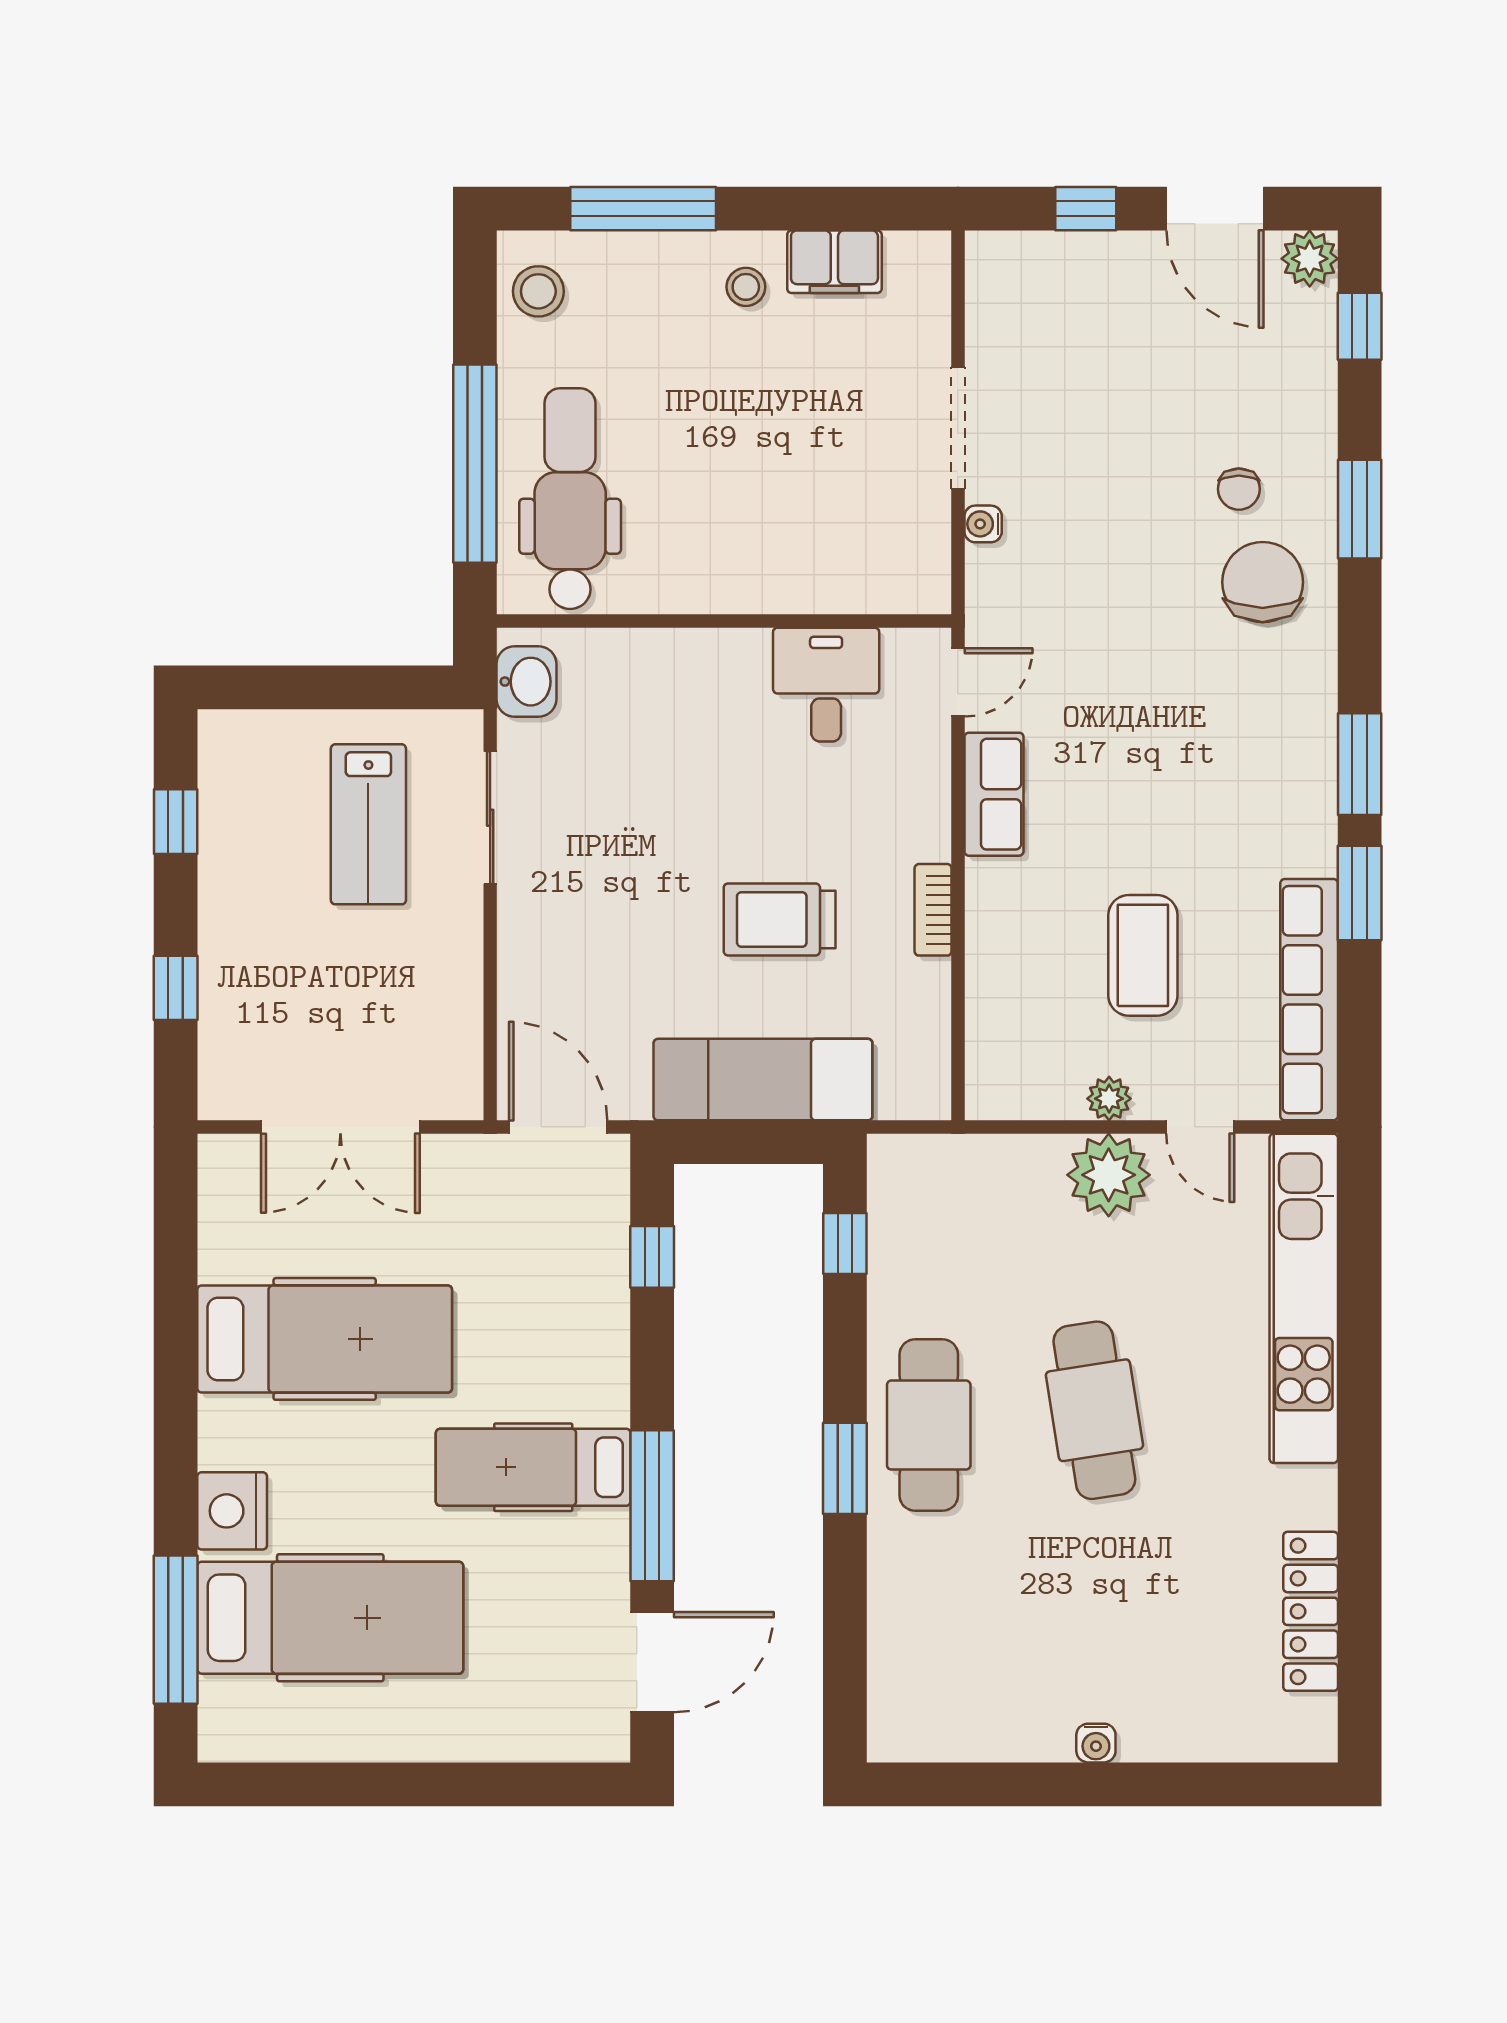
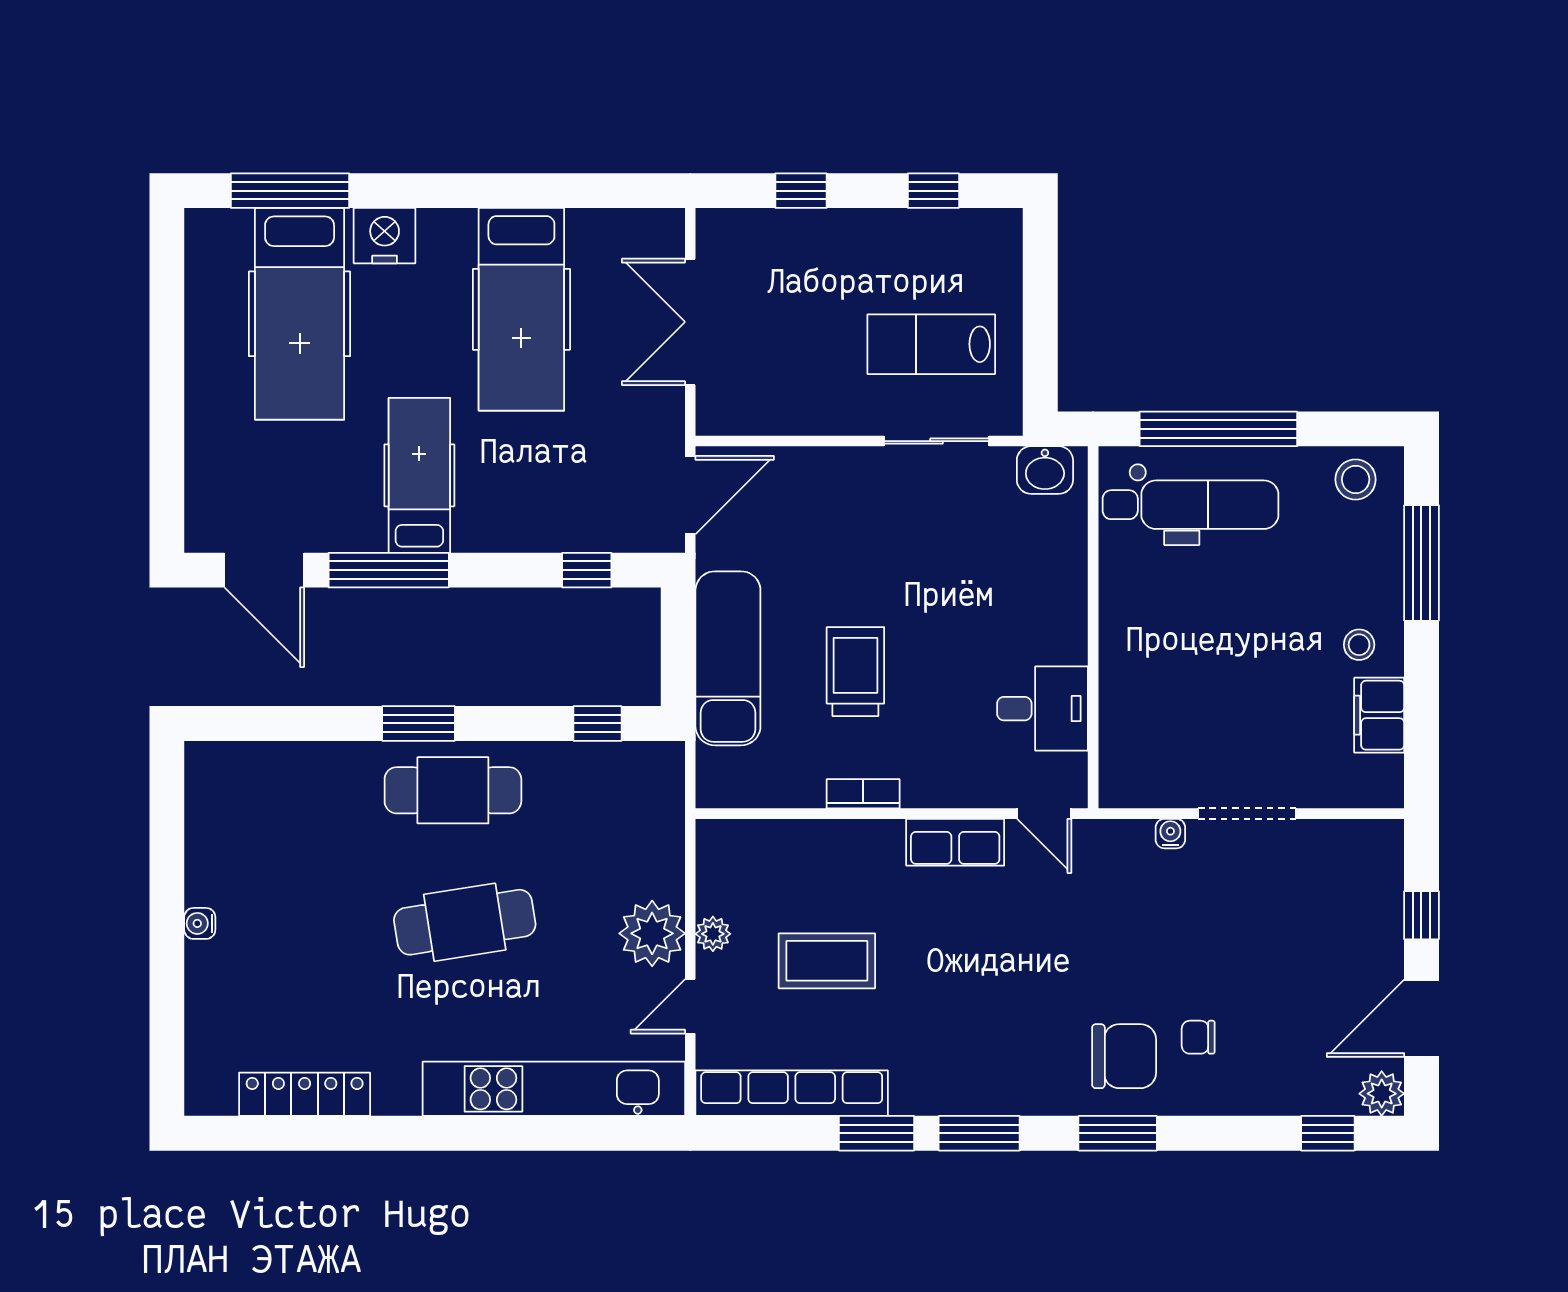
window: (1360, 509) -> (1118, 1133), moved

